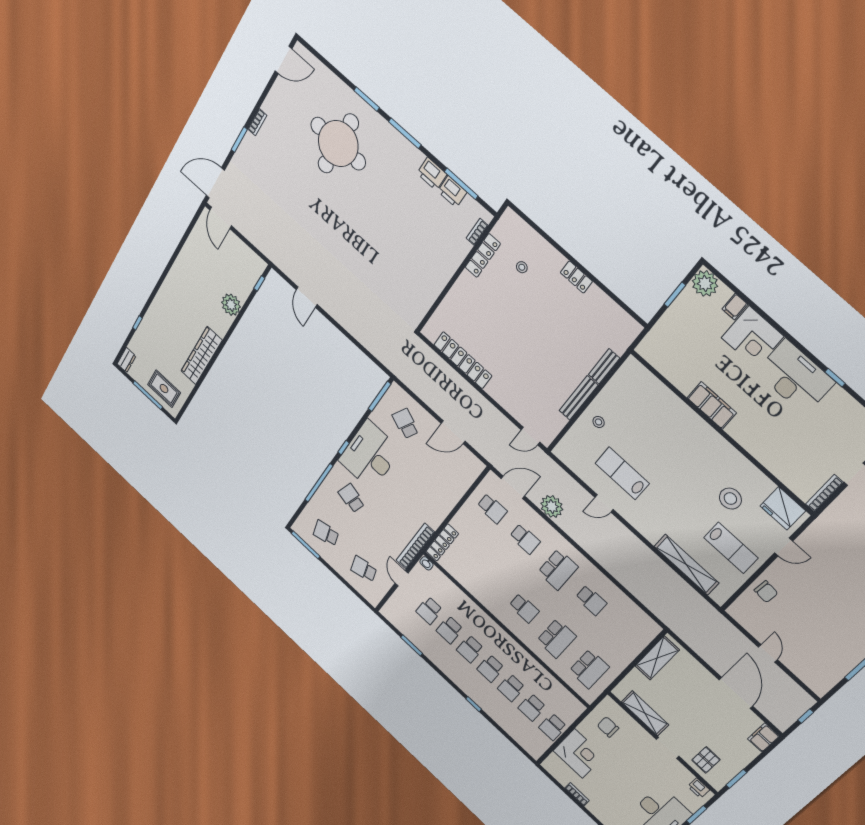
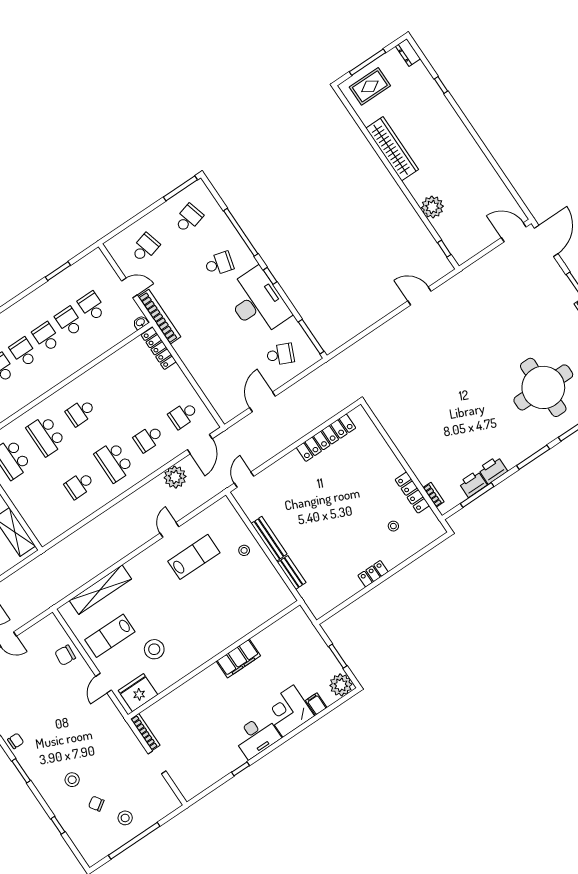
desk: (795, 377) -> (257, 736), width x0.73, depth x0.77

